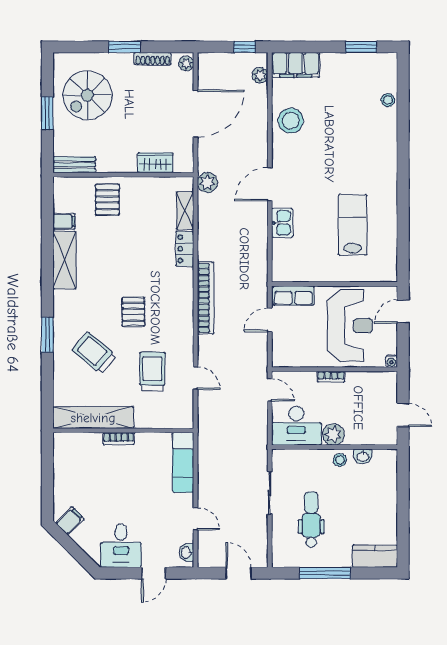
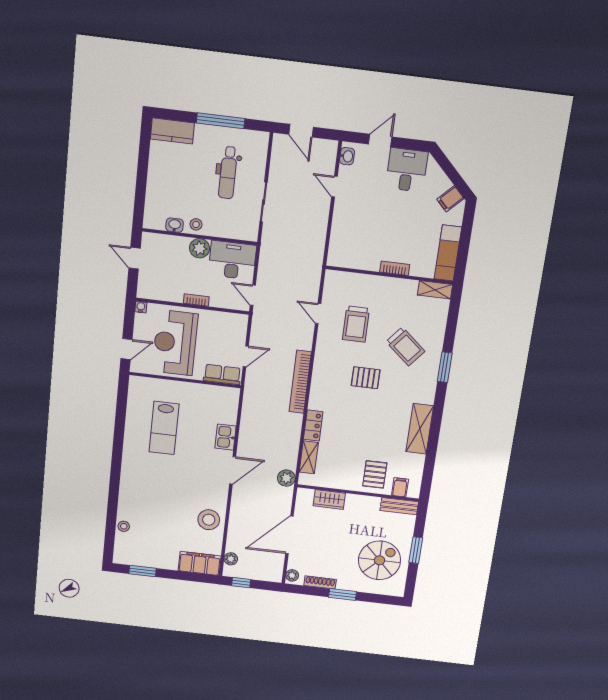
filing cabinet: (64, 221) -> (400, 487), moved, turned 90
pallet: (133, 312) -> (366, 378), turned 90
shelving: (93, 418) -> (435, 290), width x0.45, depth x0.75
exam couch: (183, 462) -> (448, 253), moved, turned 180

